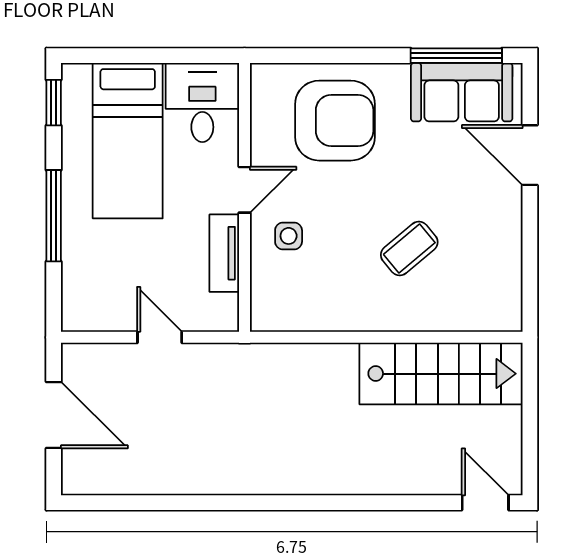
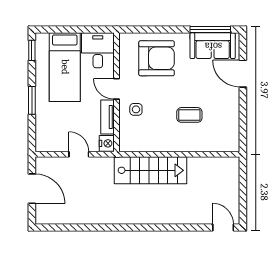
door: (244, 190) -> (116, 89), swing flipped
window: (54, 216) -> (32, 100), width x0.69
coffee table: (409, 248) -> (189, 115), turned 40
nightstand: (223, 313) -> (107, 143), added
stairs: (441, 374) -> (150, 170), moved

